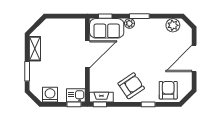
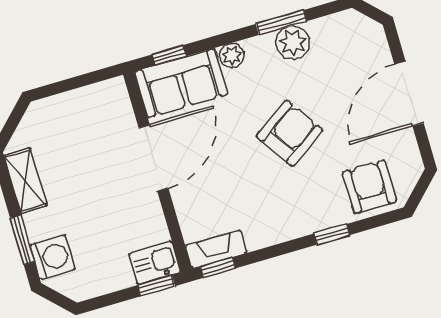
window: (139, 16) -> (281, 22), moved
plant: (173, 25) -> (293, 42), moved
armchair: (131, 86) -> (289, 133), moved
washing machine: (50, 95) -> (53, 257), moved, turned 90

